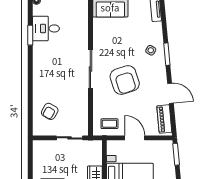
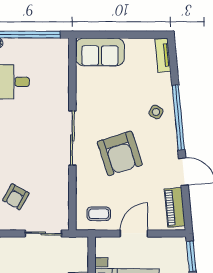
window: (167, 54) -> (178, 117), width x2.11
door: (135, 138) -> (134, 233), hinge flipped

